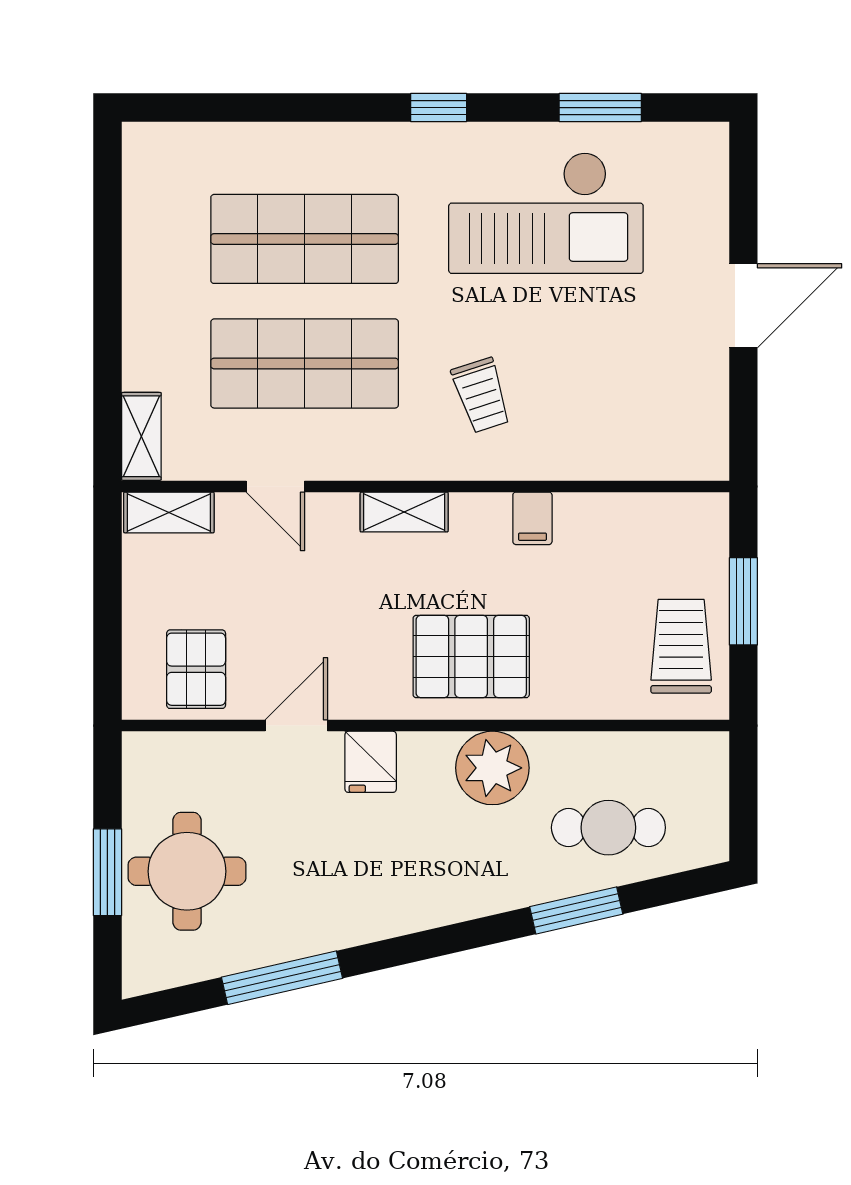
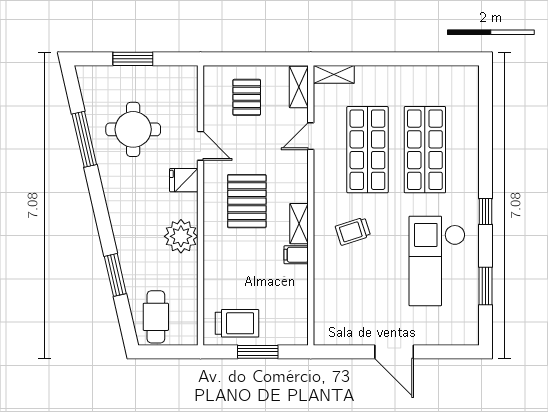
shelving: (404, 512) -> (299, 224), moved
pallet: (471, 657) -> (247, 201), moved
pallet: (196, 669) -> (247, 97), moved, turned 90
cafe table: (608, 828) -> (156, 317), moved
round table: (187, 871) -> (133, 129), moved

